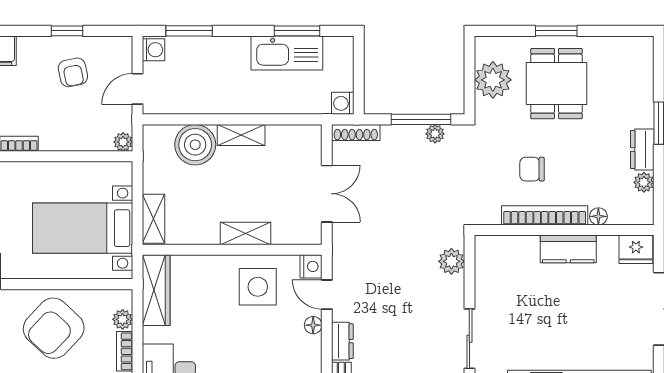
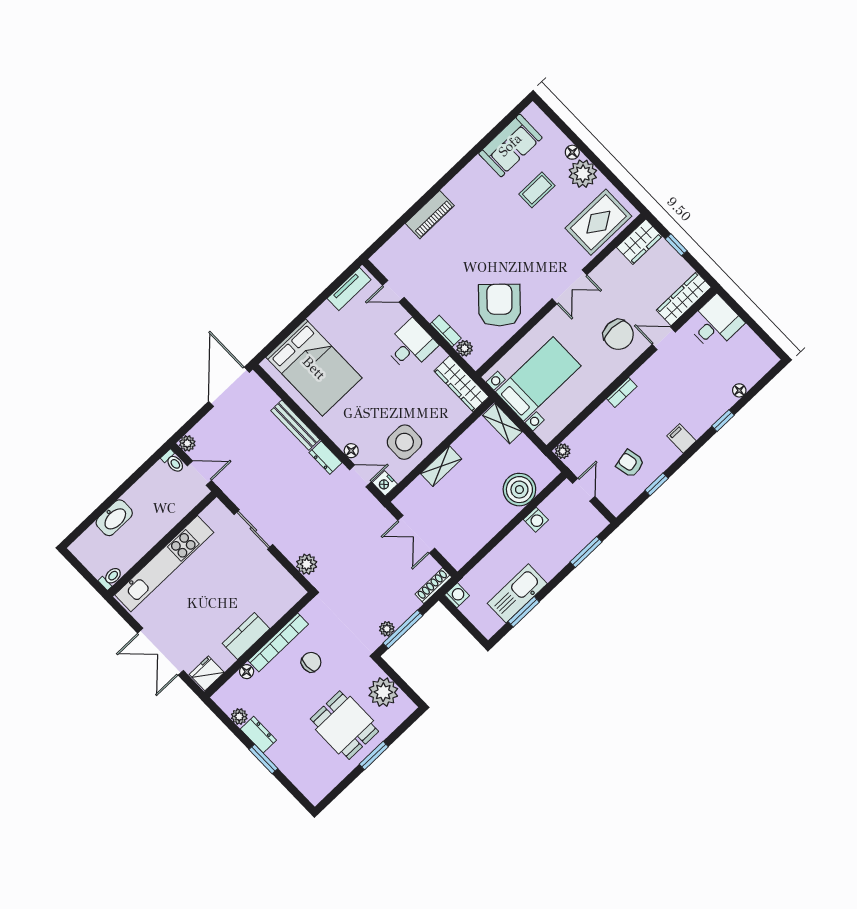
washing machine: (154, 50) -> (536, 520), moved, turned -90
shelving: (241, 135) -> (498, 521), removed

